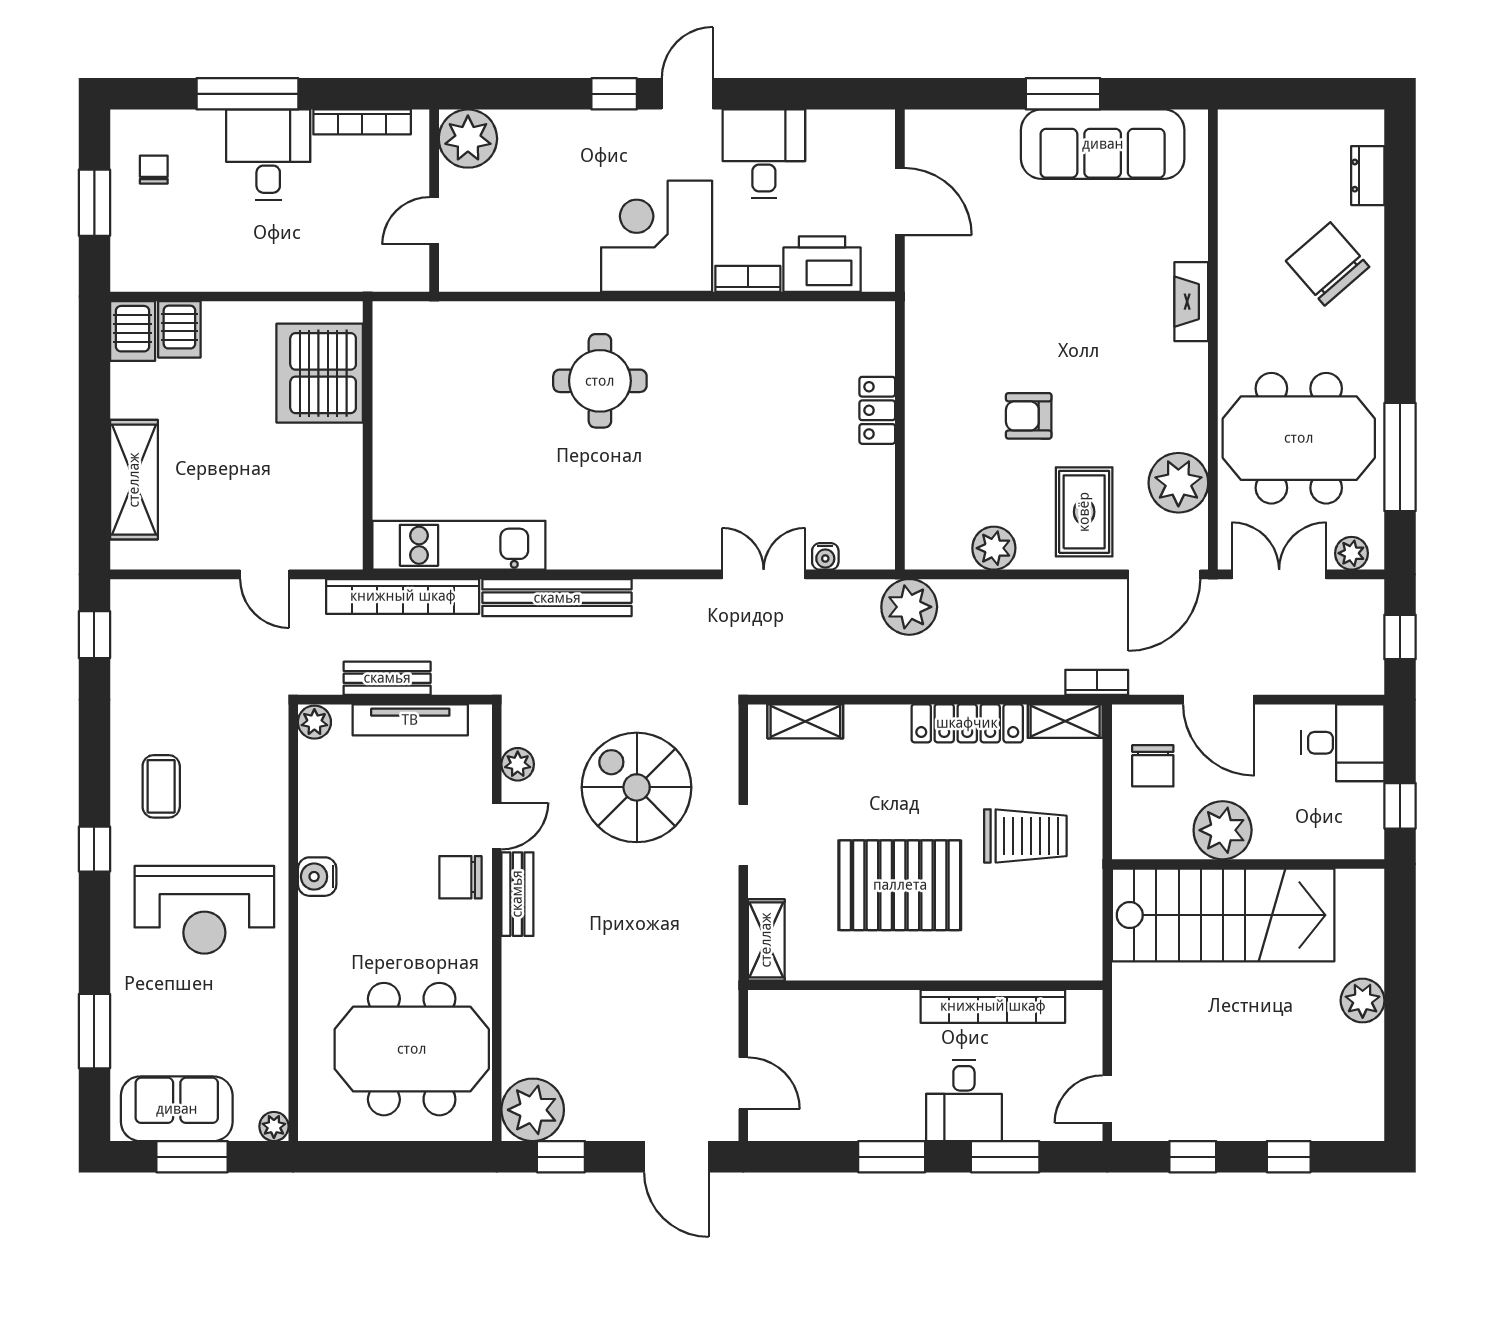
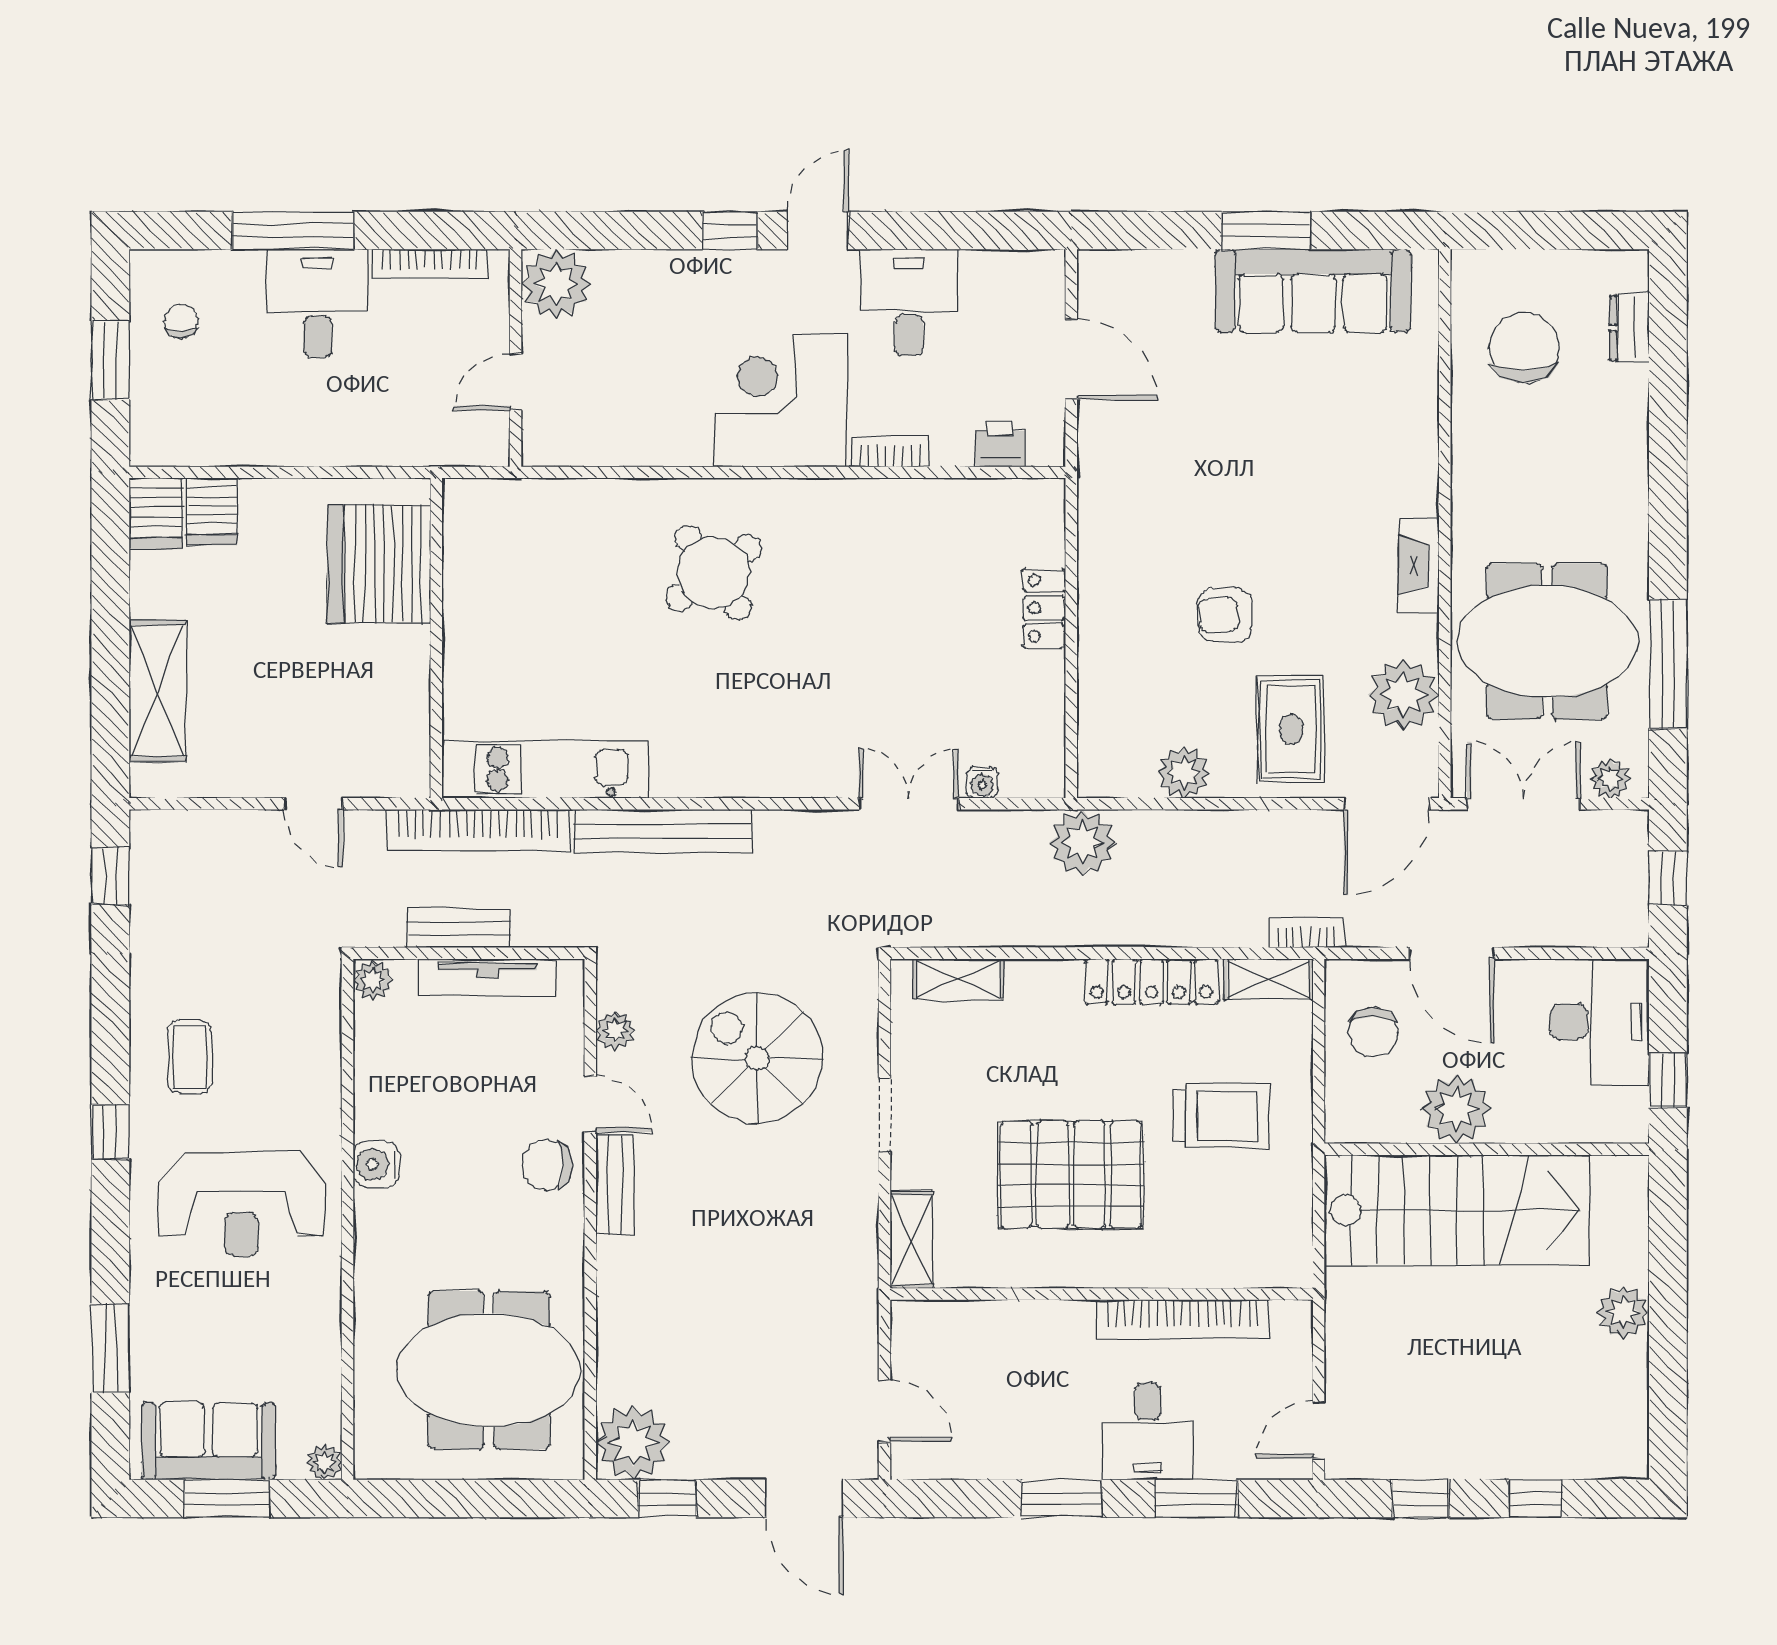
printer: (822, 264) -> (1000, 444), width x0.53, depth x0.68
chair: (1328, 264) -> (1524, 348), moved, turned 41
fireplace: (1191, 302) -> (1419, 565), moved
round table: (600, 381) -> (713, 573), turned -36
desk: (1343, 743) -> (1600, 1022), width x1.37
door: (497, 826) -> (590, 1104), hinge flipped

